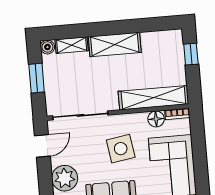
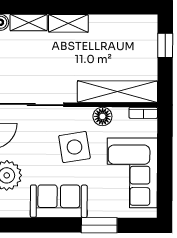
shelving: (115, 45) -> (68, 23), width x0.67, depth x0.75
floor lamp: (156, 119) -> (102, 116), moved

